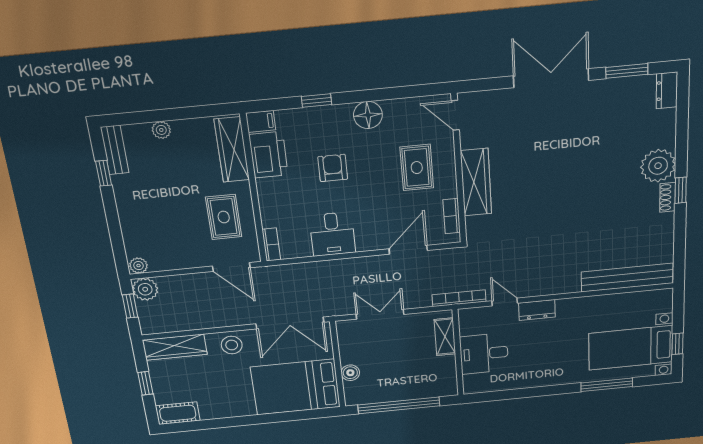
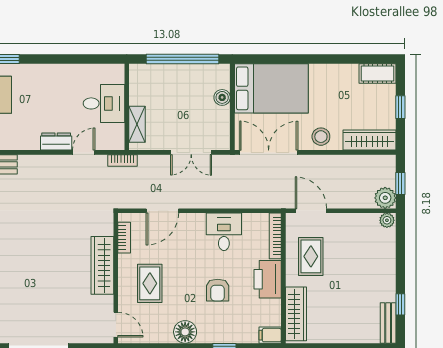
plant: (161, 130) -> (349, 336), removed
printer: (268, 155) -> (268, 279), moved
bookcase: (271, 245) -> (275, 236), width x1.56
bookcase: (459, 298) -> (123, 160), width x0.64
door: (505, 302) -> (84, 152), swing flipped

